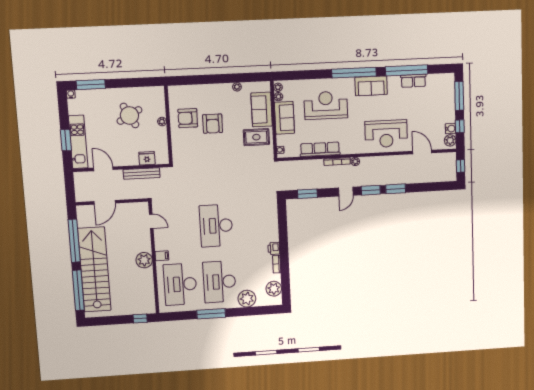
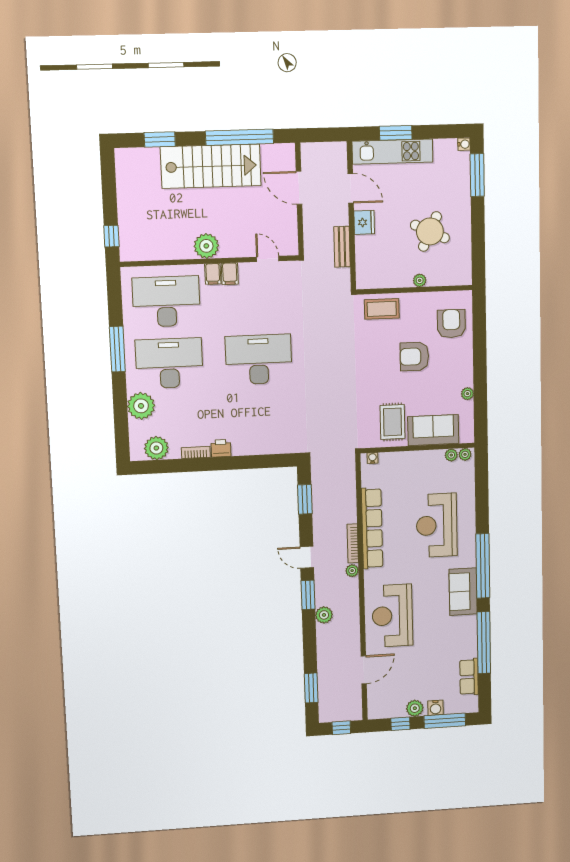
row of seats: (413, 81) -> (469, 677), moved
reception desk: (326, 105) -> (437, 525), turned 180
round table: (129, 115) -> (430, 231), turned -36
armchair: (188, 118) -> (451, 324), moved
sofa: (284, 118) -> (420, 464), removed
water cooler: (451, 129) -> (436, 708), moved
plant: (450, 140) -> (415, 708), moved
coffee table: (182, 146) -> (382, 309), added
row of seats: (320, 149) -> (372, 528), width x1.36
fridge: (147, 158) -> (364, 222), moved
door: (103, 169) -> (351, 188), hinge flipped
bench: (142, 174) -> (342, 247), width x0.73
plant: (384, 179) -> (324, 615), added
window: (396, 189) -> (311, 688), moved
door: (151, 221) -> (268, 259), swing flipped
filing cabinet: (161, 245) -> (230, 274), added
stairs: (94, 269) -> (211, 166), width x0.73
window: (78, 290) -> (160, 139), width x0.47

